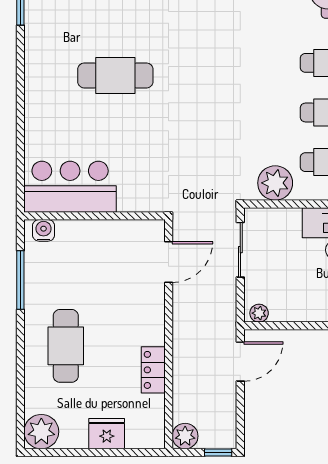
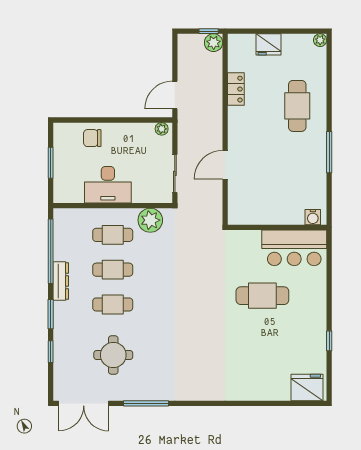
bar counter: (70, 187) -> (294, 248), moved
wall: (94, 216) -> (277, 227), moved
water cooler: (44, 230) -> (313, 217), moved
plant: (41, 432) -> (320, 40), width x0.53, depth x0.53
window: (218, 453) -> (209, 31), moved

